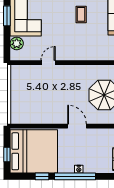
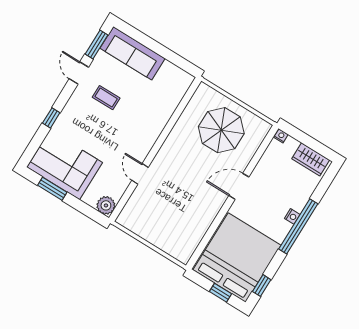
plant: (17, 43) -> (106, 205), moved
window: (42, 176) -> (262, 286), moved

